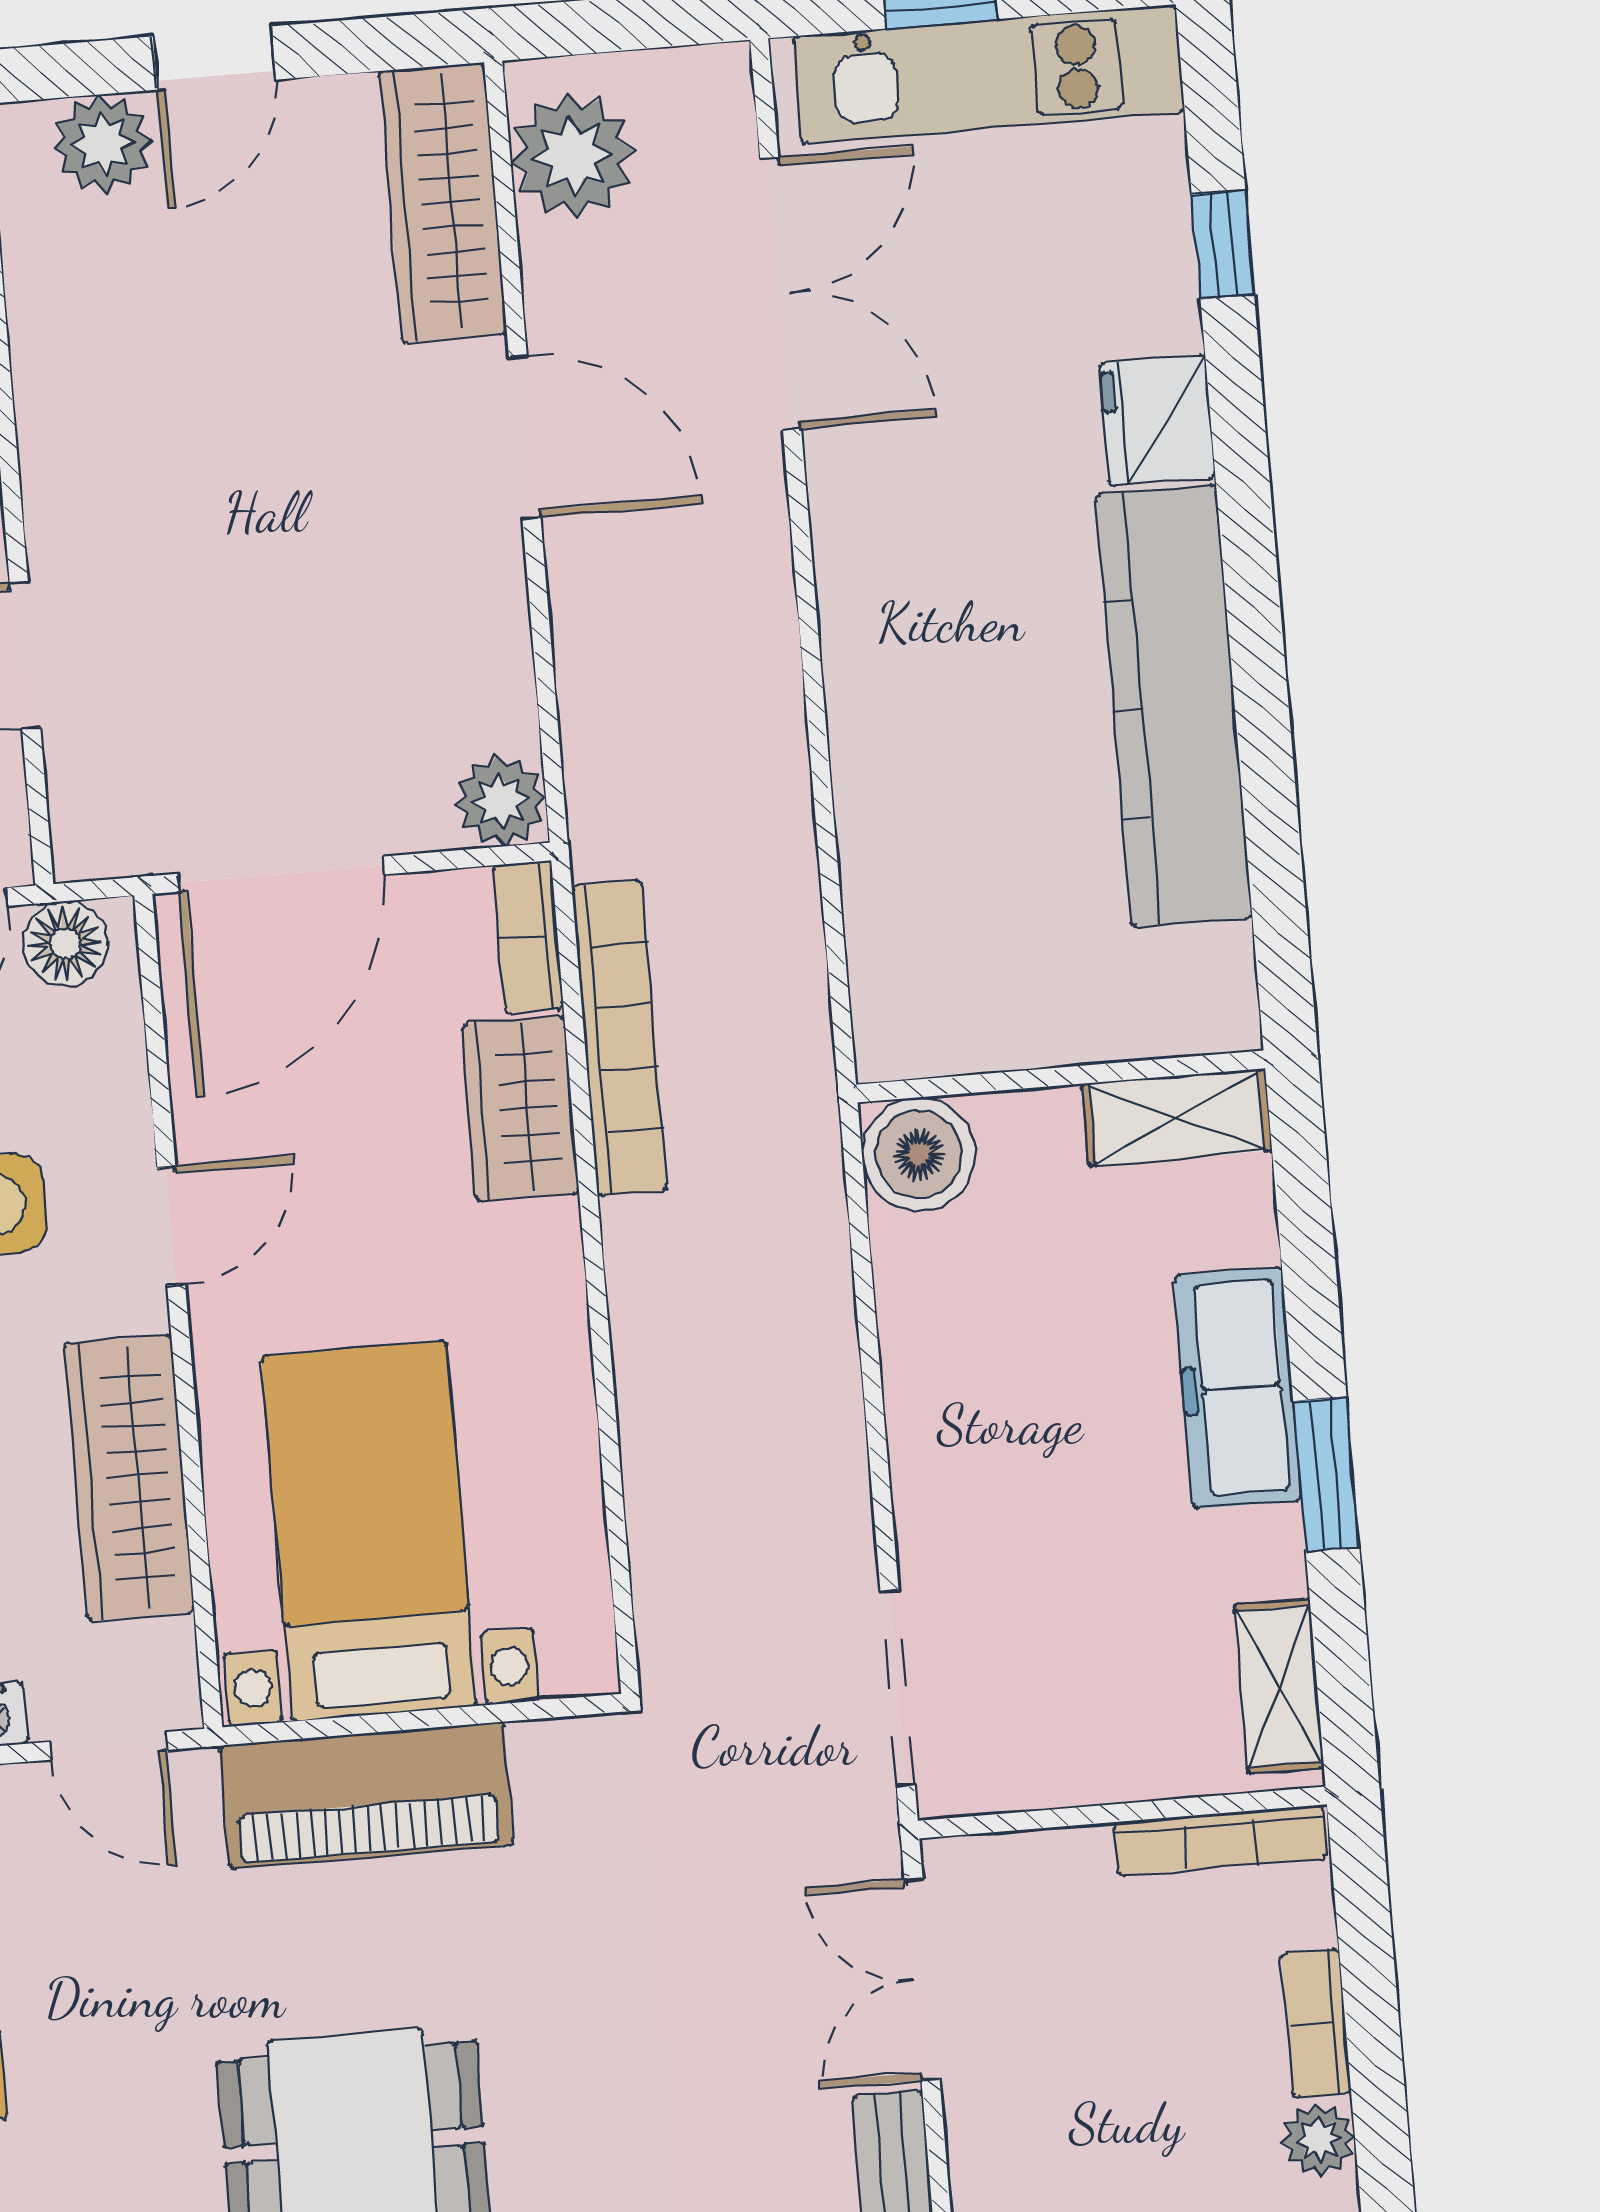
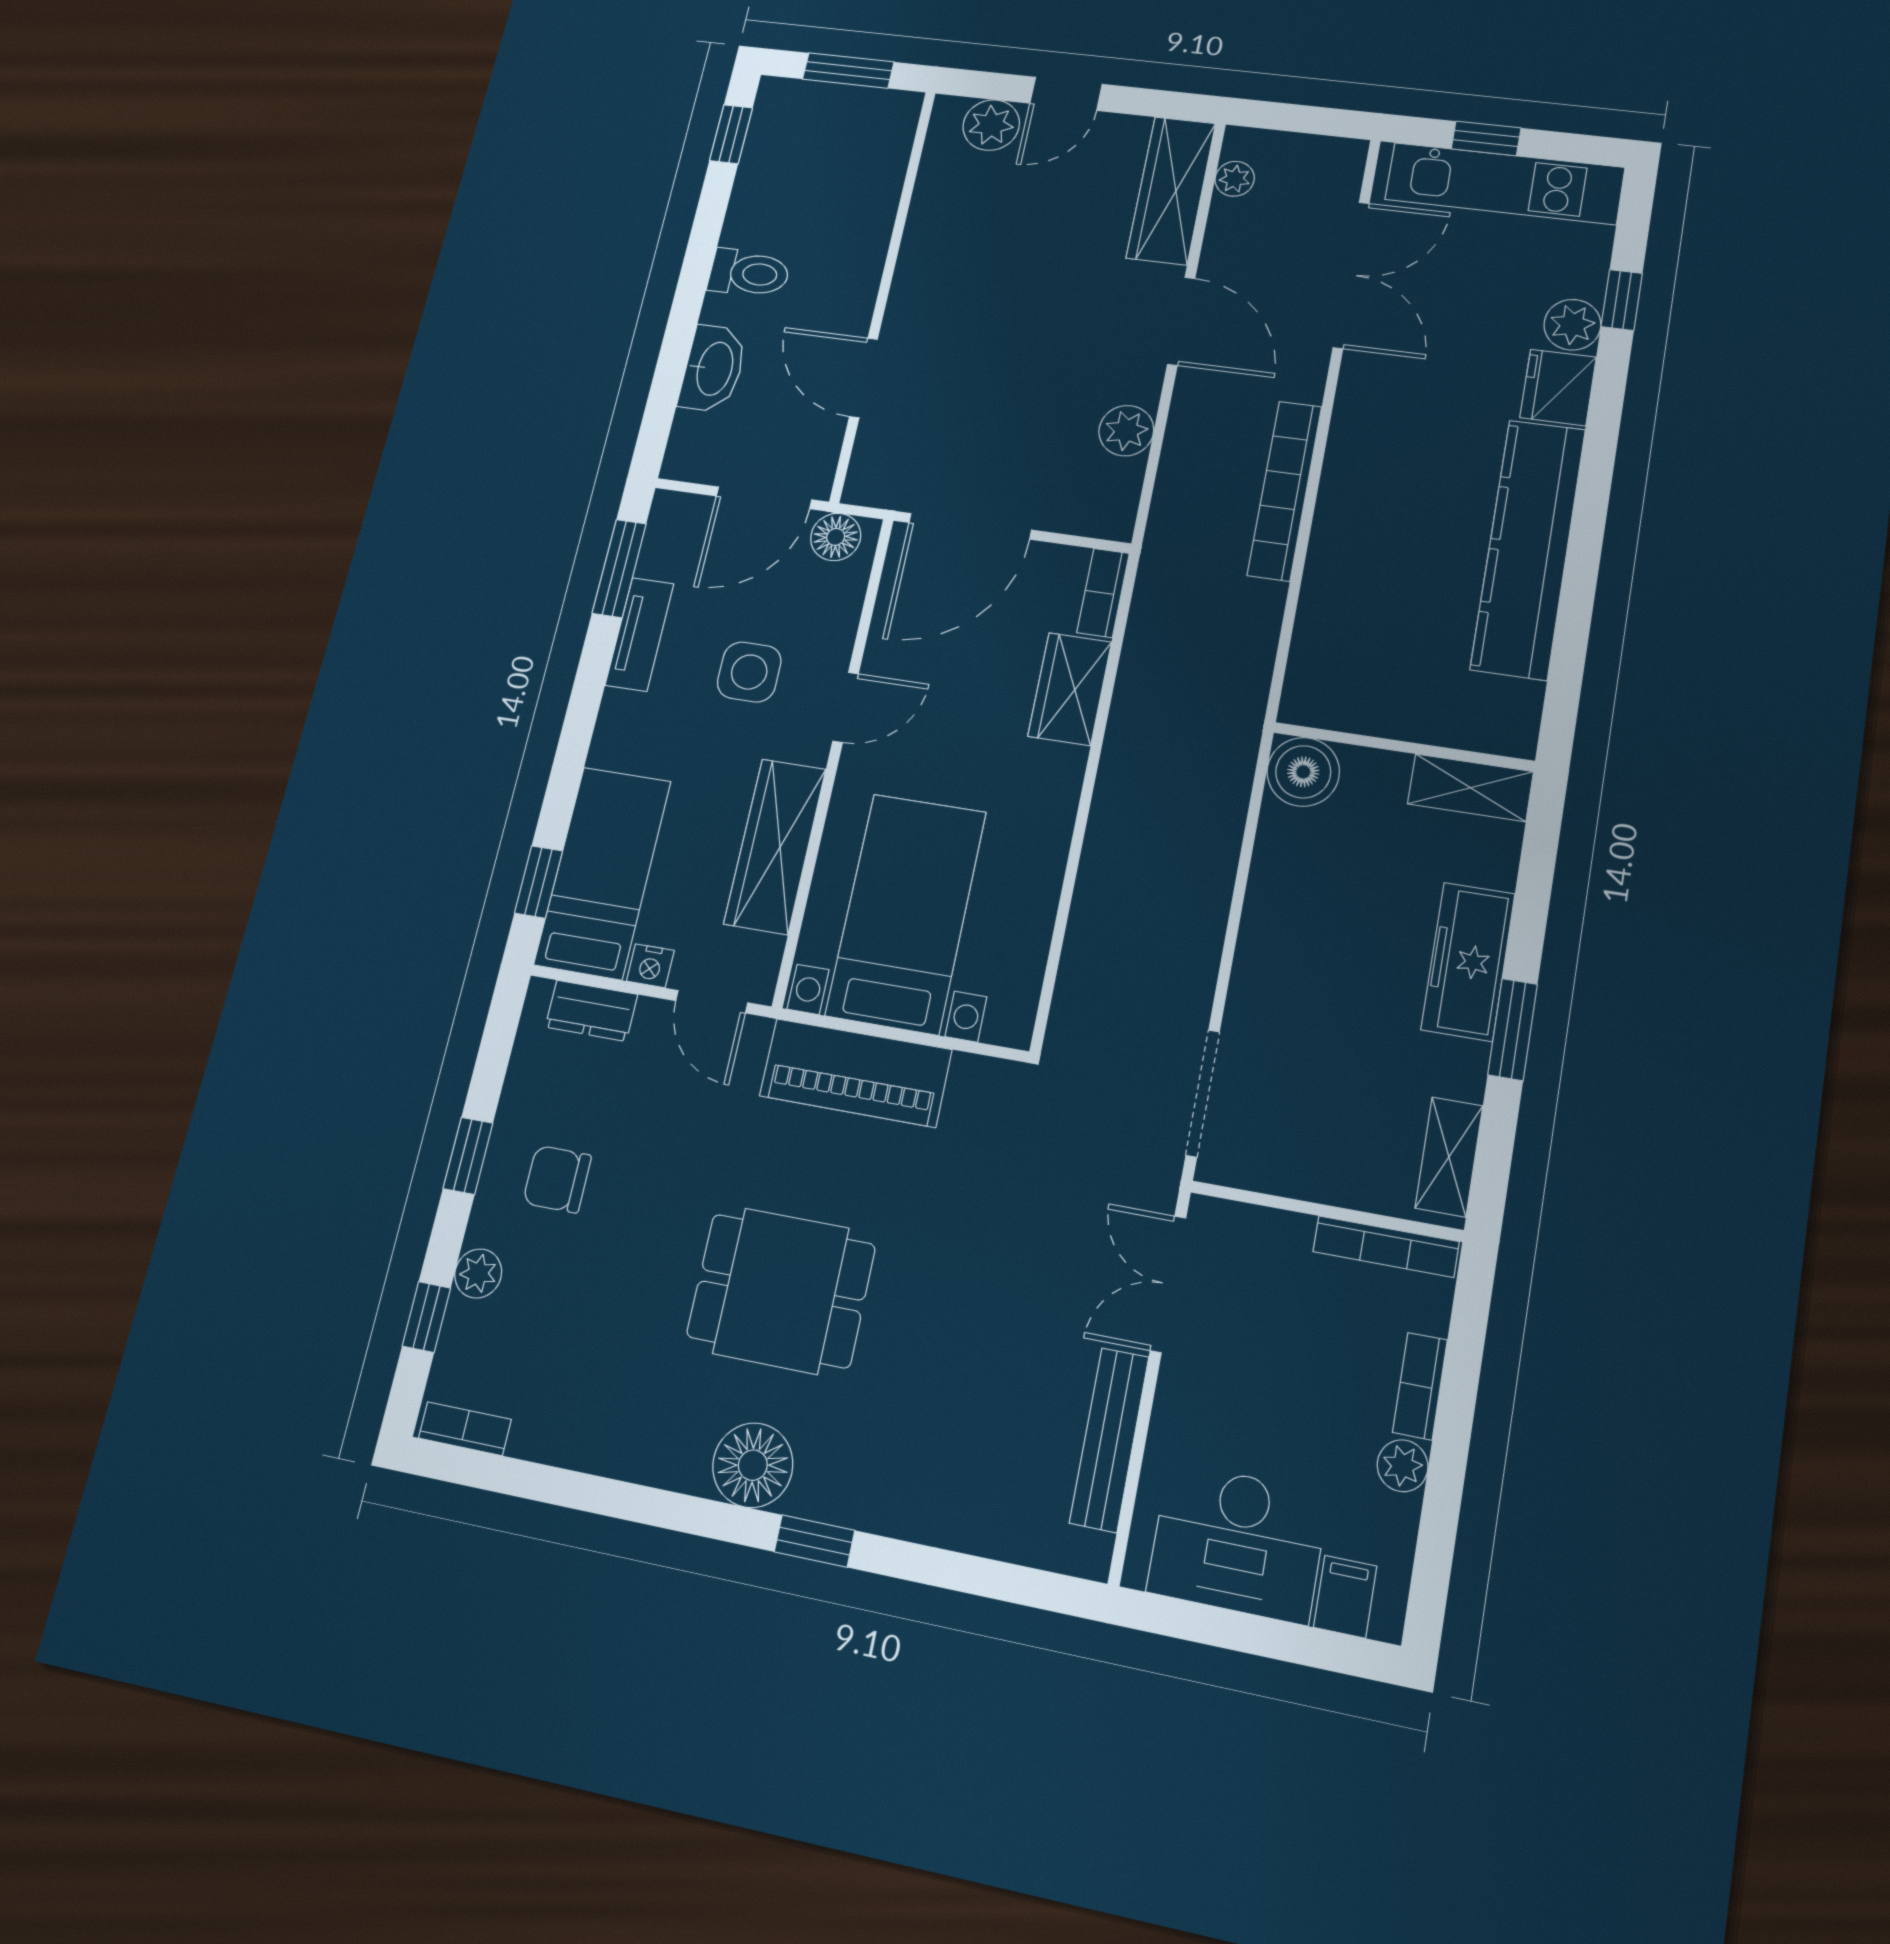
plant: (573, 156) -> (1235, 179), width x0.53, depth x0.53
plant: (1155, 305) -> (1572, 325), added
plant: (501, 801) -> (1126, 431), moved
bookcase: (619, 1038) -> (1285, 490), moved, turned 180

